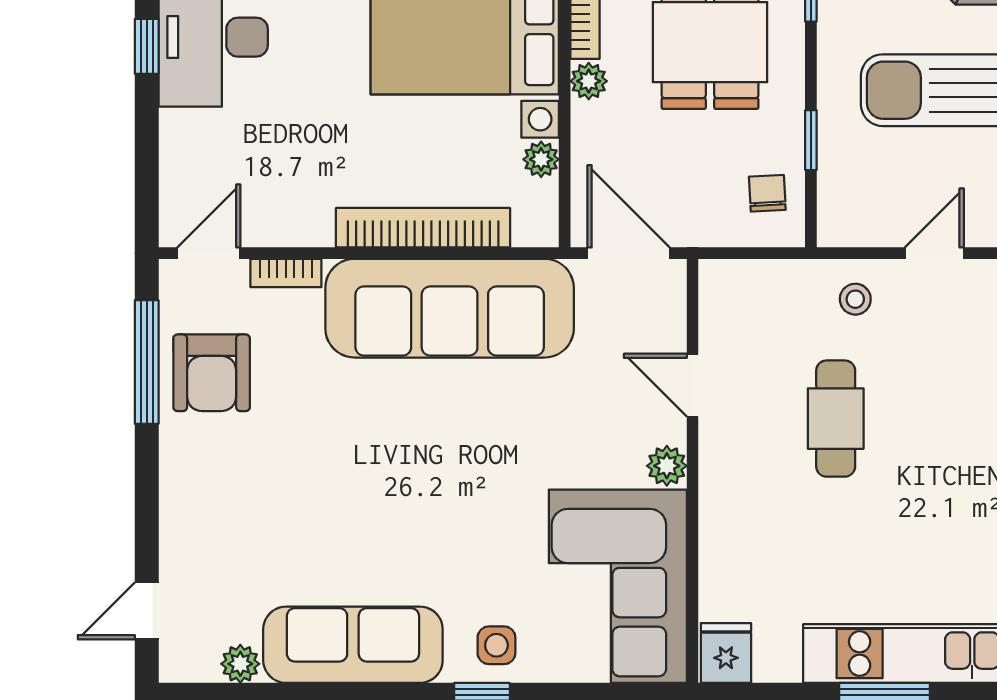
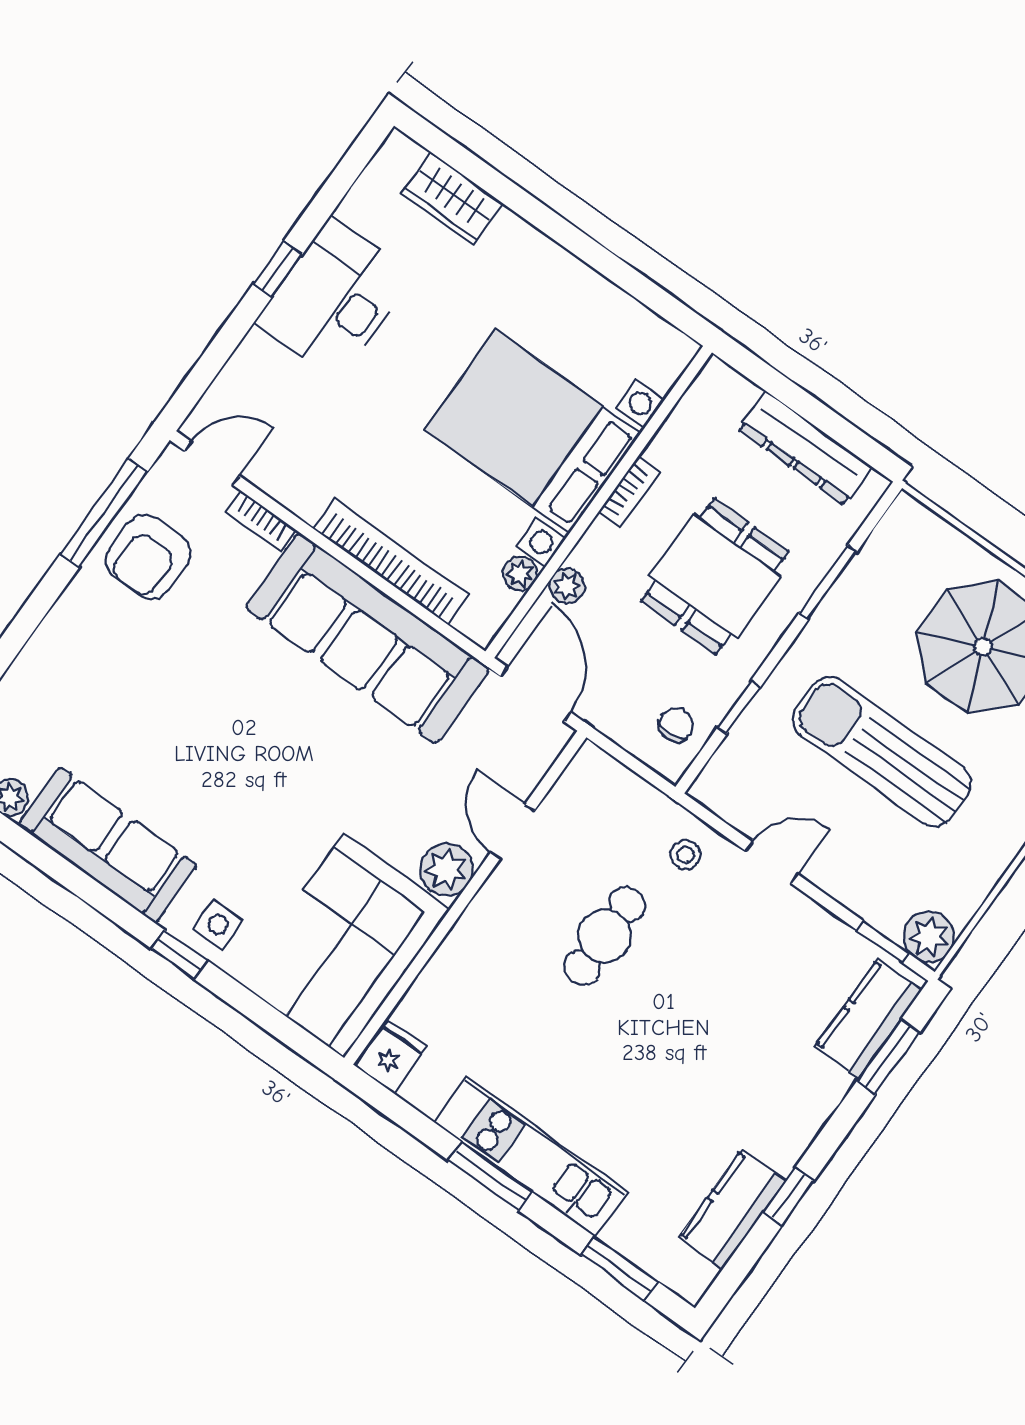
plant: (589, 81) -> (567, 586), moved
plant: (667, 466) -> (447, 870), width x1.38, depth x1.38

